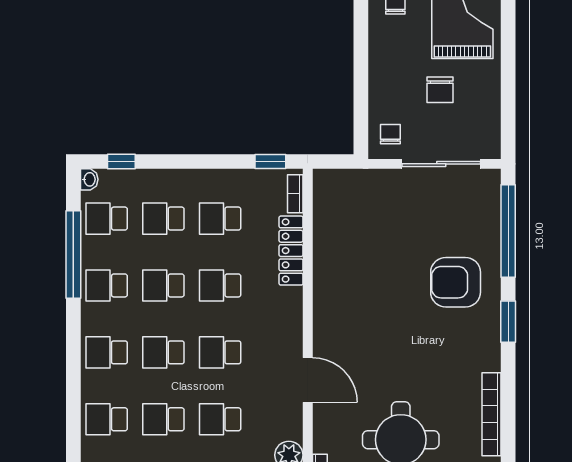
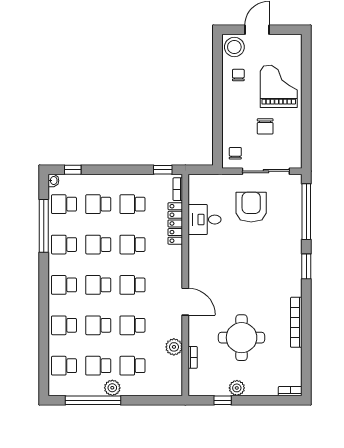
desk: (340, 244) -> (205, 220), added
armchair: (456, 282) -> (251, 207), moved, turned 90

